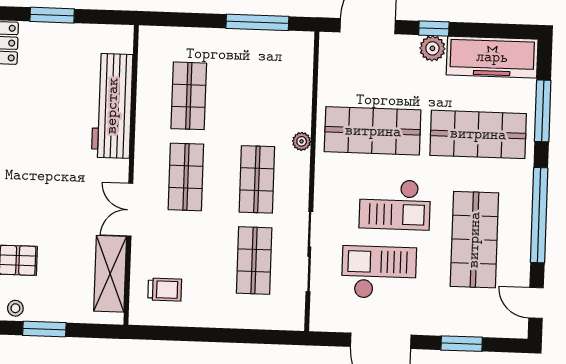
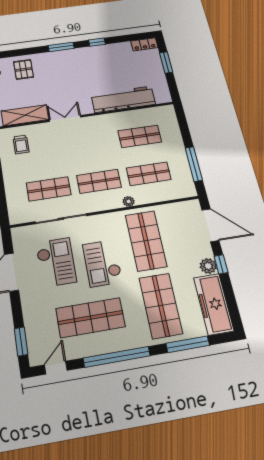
shop shelf: (186, 177) -> (149, 174), moved
window: (462, 344) -> (21, 341), moved

